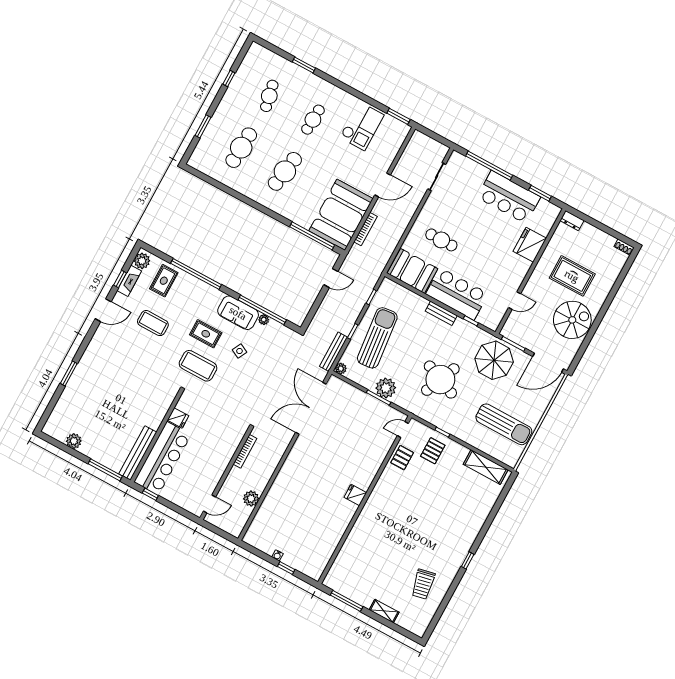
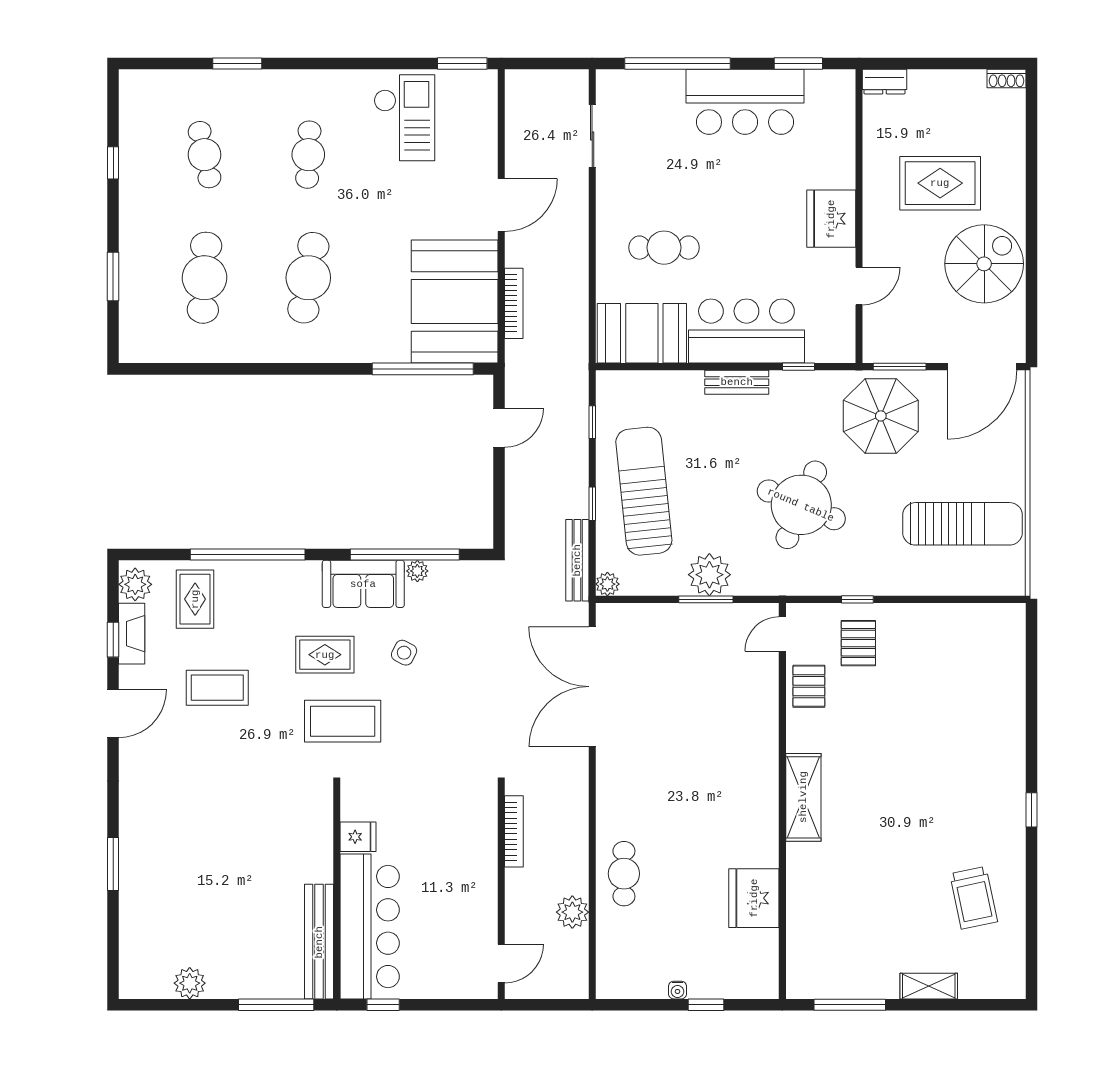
fridge: (530, 245) -> (831, 219), moved
shelving: (486, 467) -> (803, 797), moved, turned 90
cafe table: (282, 494) -> (624, 874), added
fridge: (355, 495) -> (754, 898), moved, width x1.88, depth x1.34

